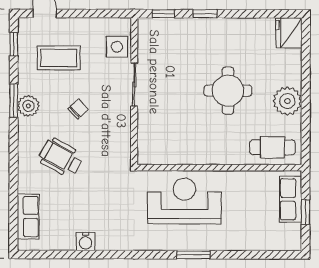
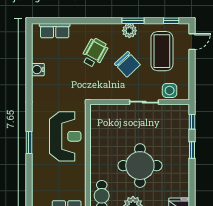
coffee table: (59, 58) -> (162, 51), width x1.36, depth x1.32
round table: (228, 91) -> (140, 166), width x1.36, depth x1.36
chair: (78, 109) -> (127, 64), width x1.87, depth x1.87

